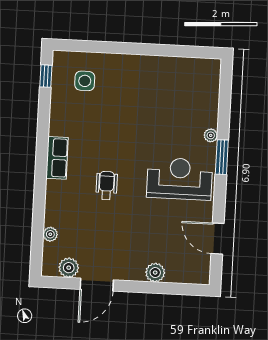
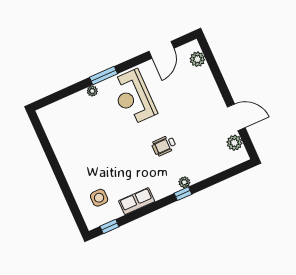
row of seats: (57, 158) -> (137, 201), moved
window: (40, 179) -> (183, 194), added
plant: (50, 234) -> (184, 182), moved
plant: (155, 273) -> (197, 59), moved

